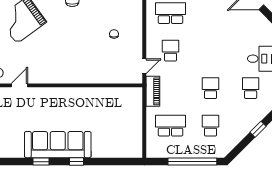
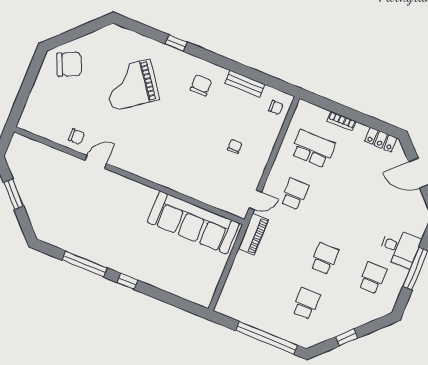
school desk: (171, 126) -> (258, 284), removed
window: (258, 129) -> (347, 337), moved
sofa: (58, 145) -> (193, 223), moved, turned 180
window: (41, 162) -> (85, 264), width x2.17

